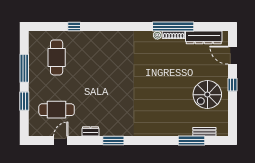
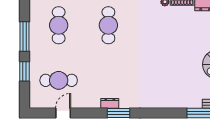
cafe table: (104, 57) -> (108, 25), added
dresser: (91, 131) -> (110, 103), moved

